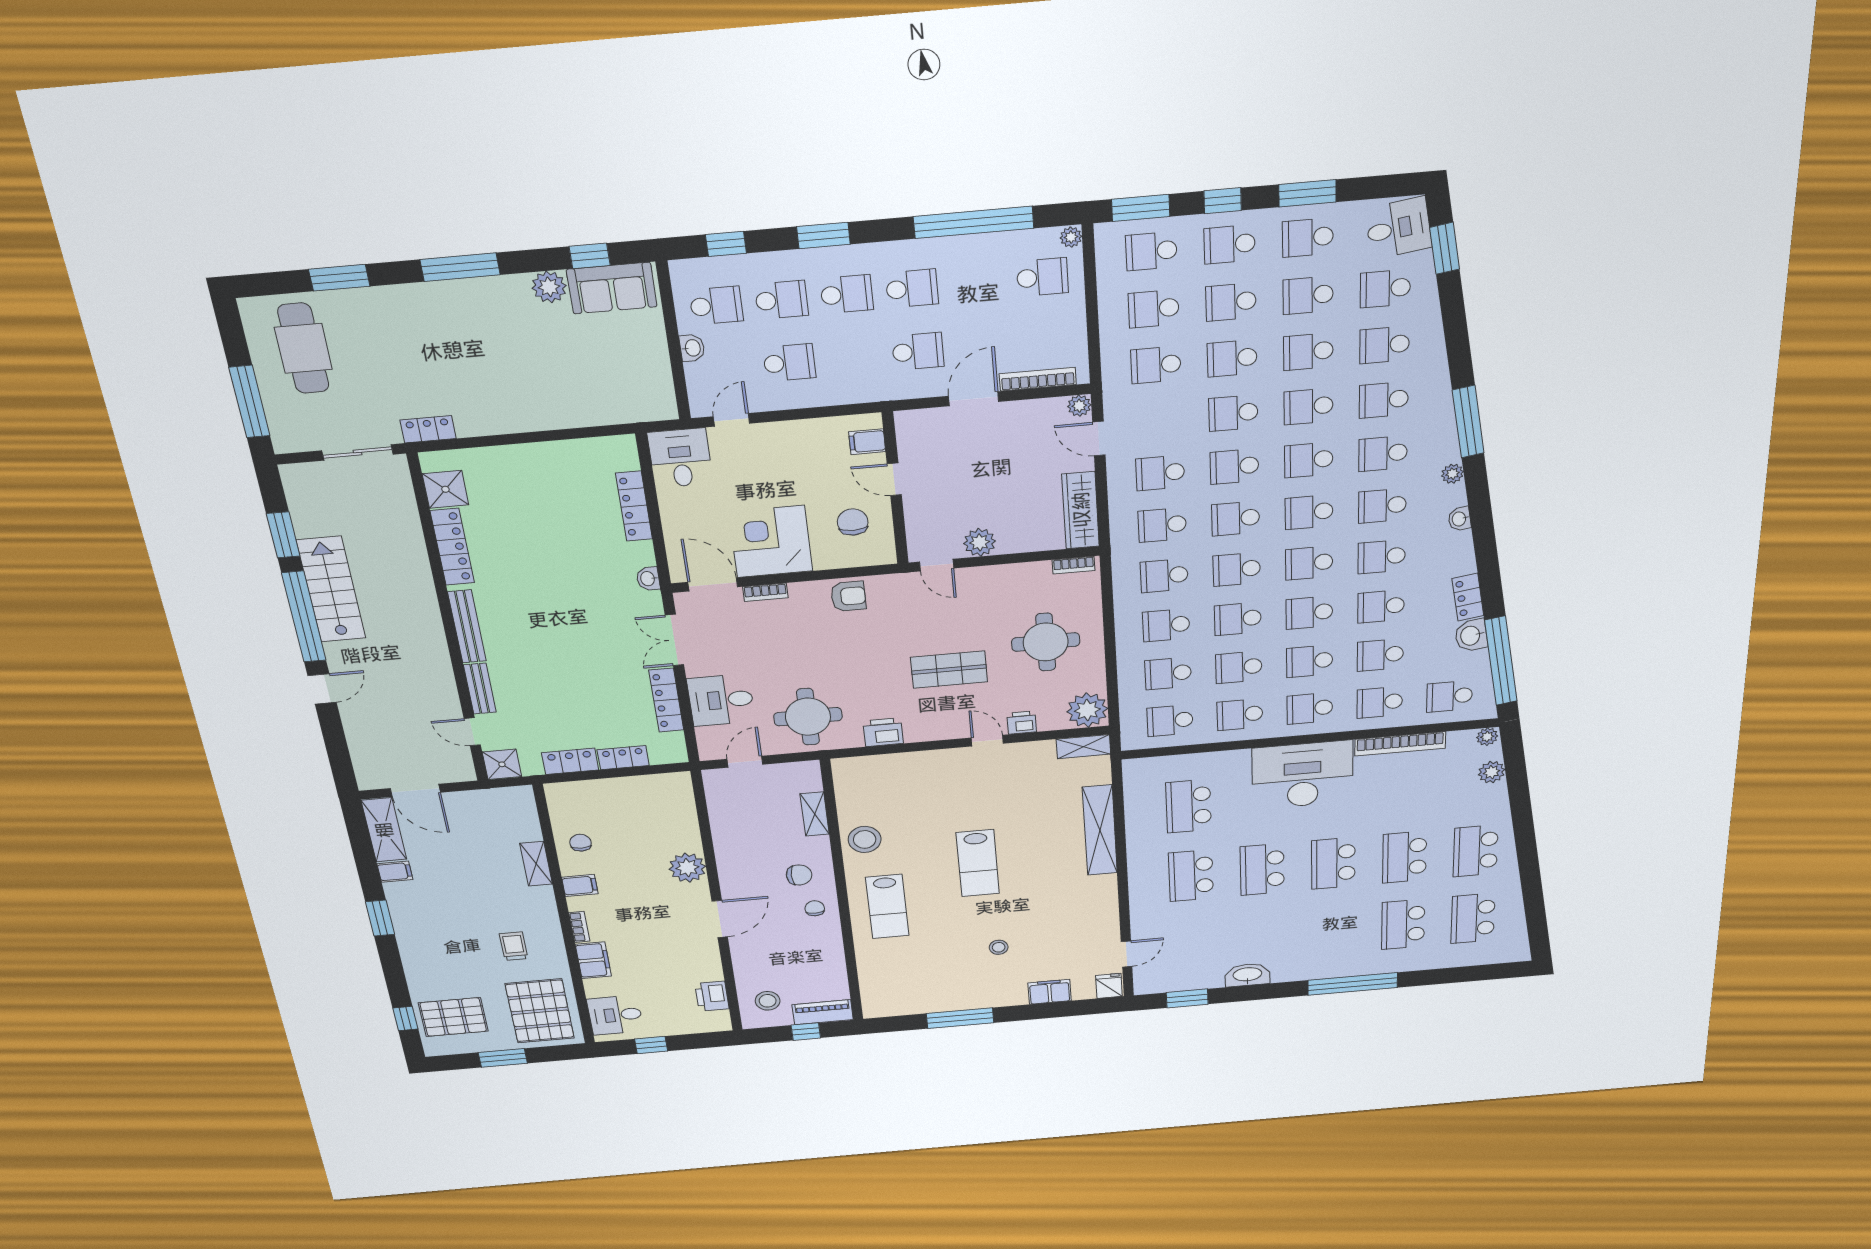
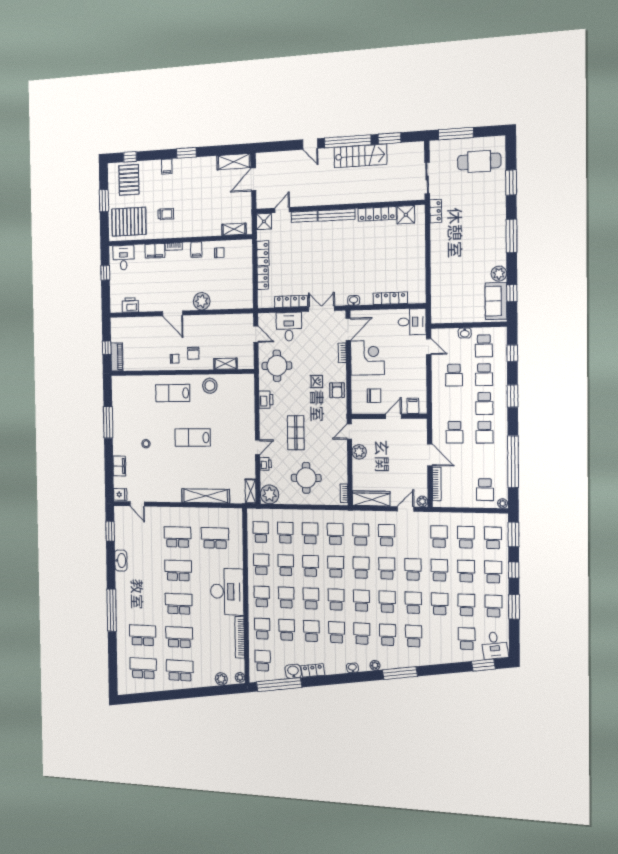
school desk: (1384, 345) -> (440, 637), removed
shelving: (536, 864) -> (234, 229), moved
filing cabinet: (395, 872) -> (167, 167), moved
stool: (768, 1001) -> (125, 331), removed

